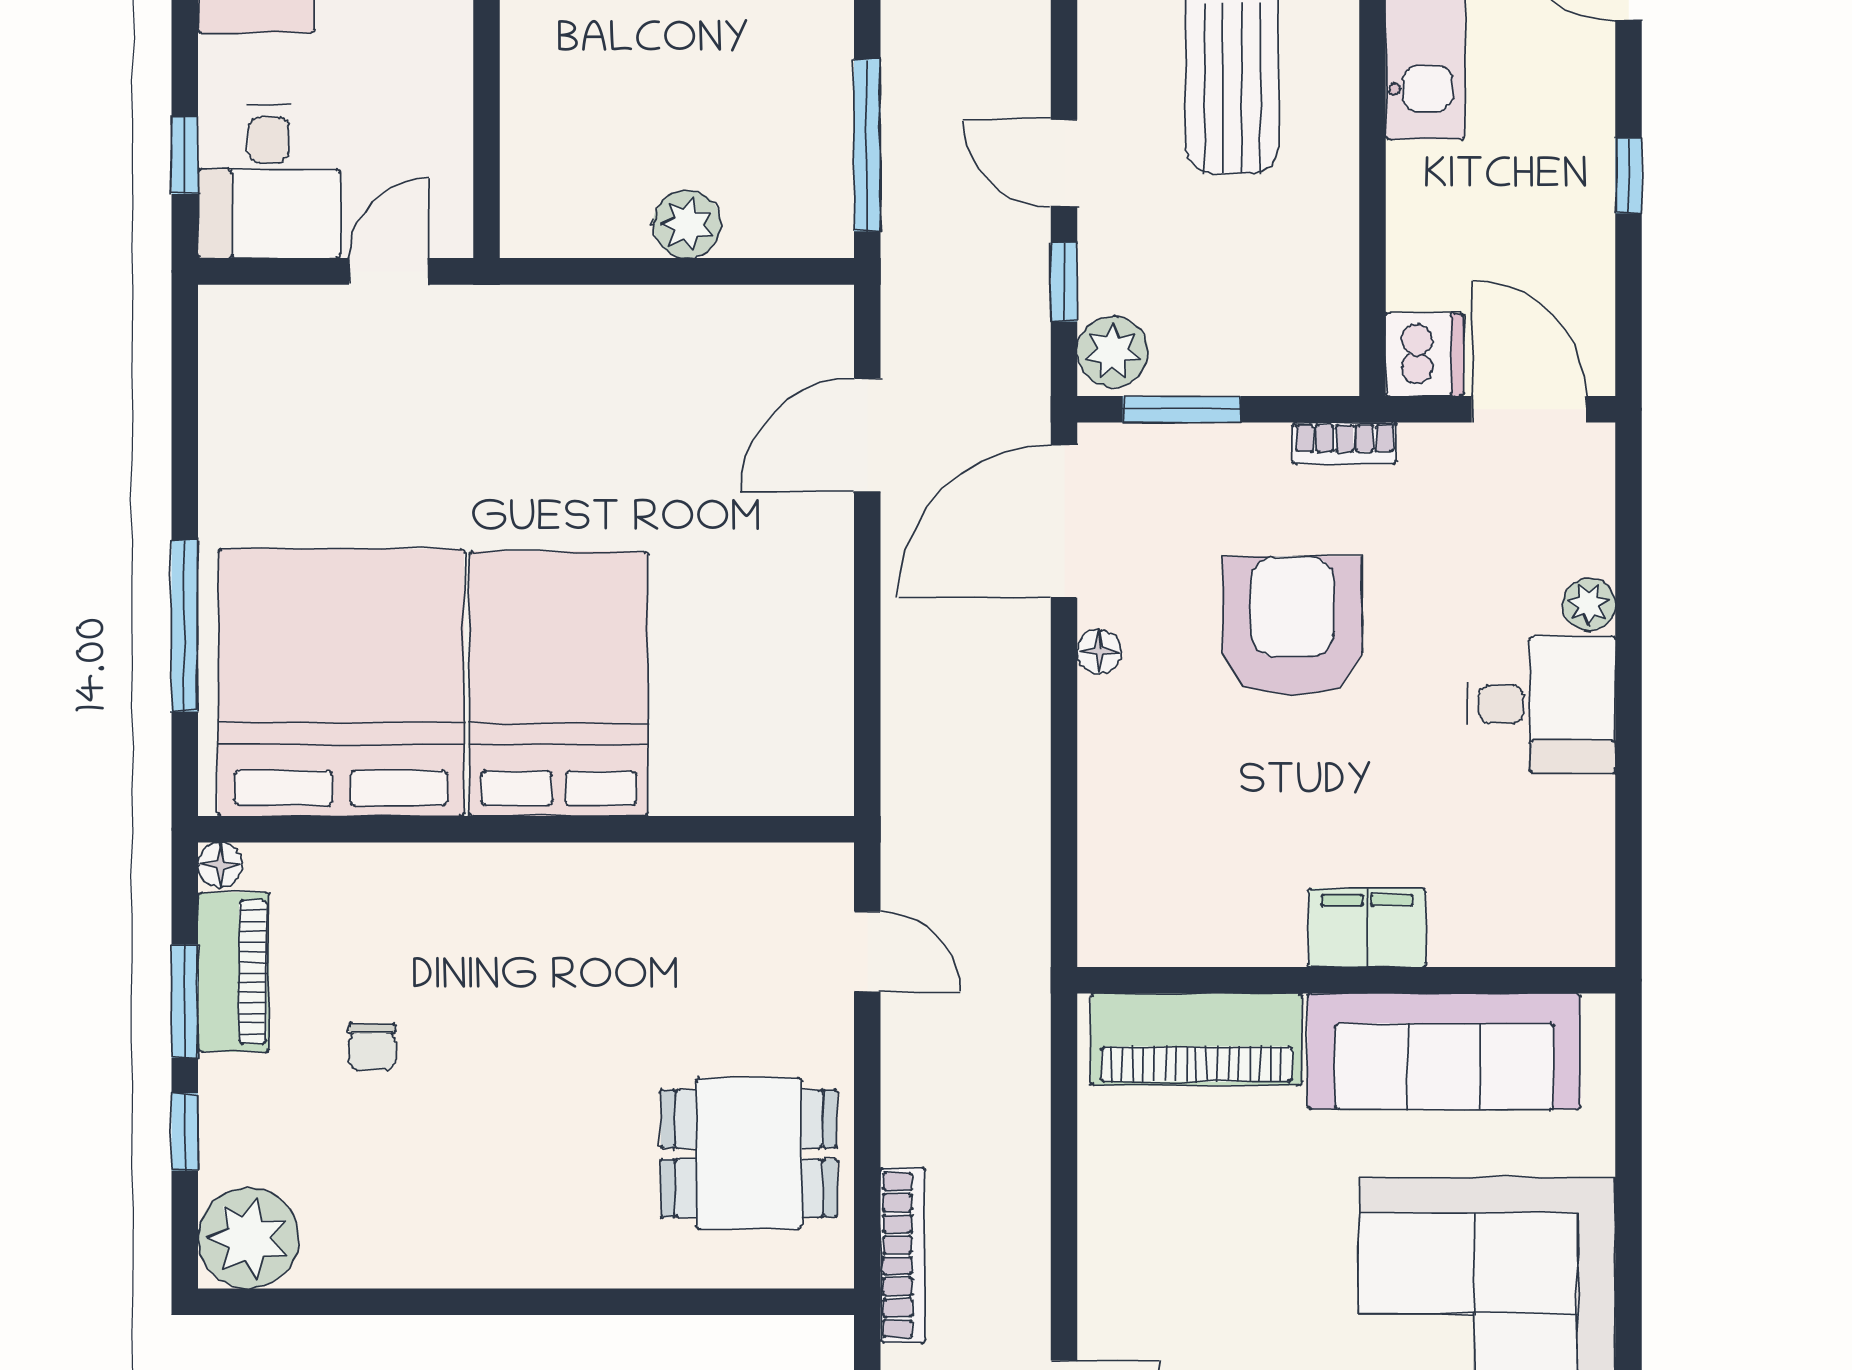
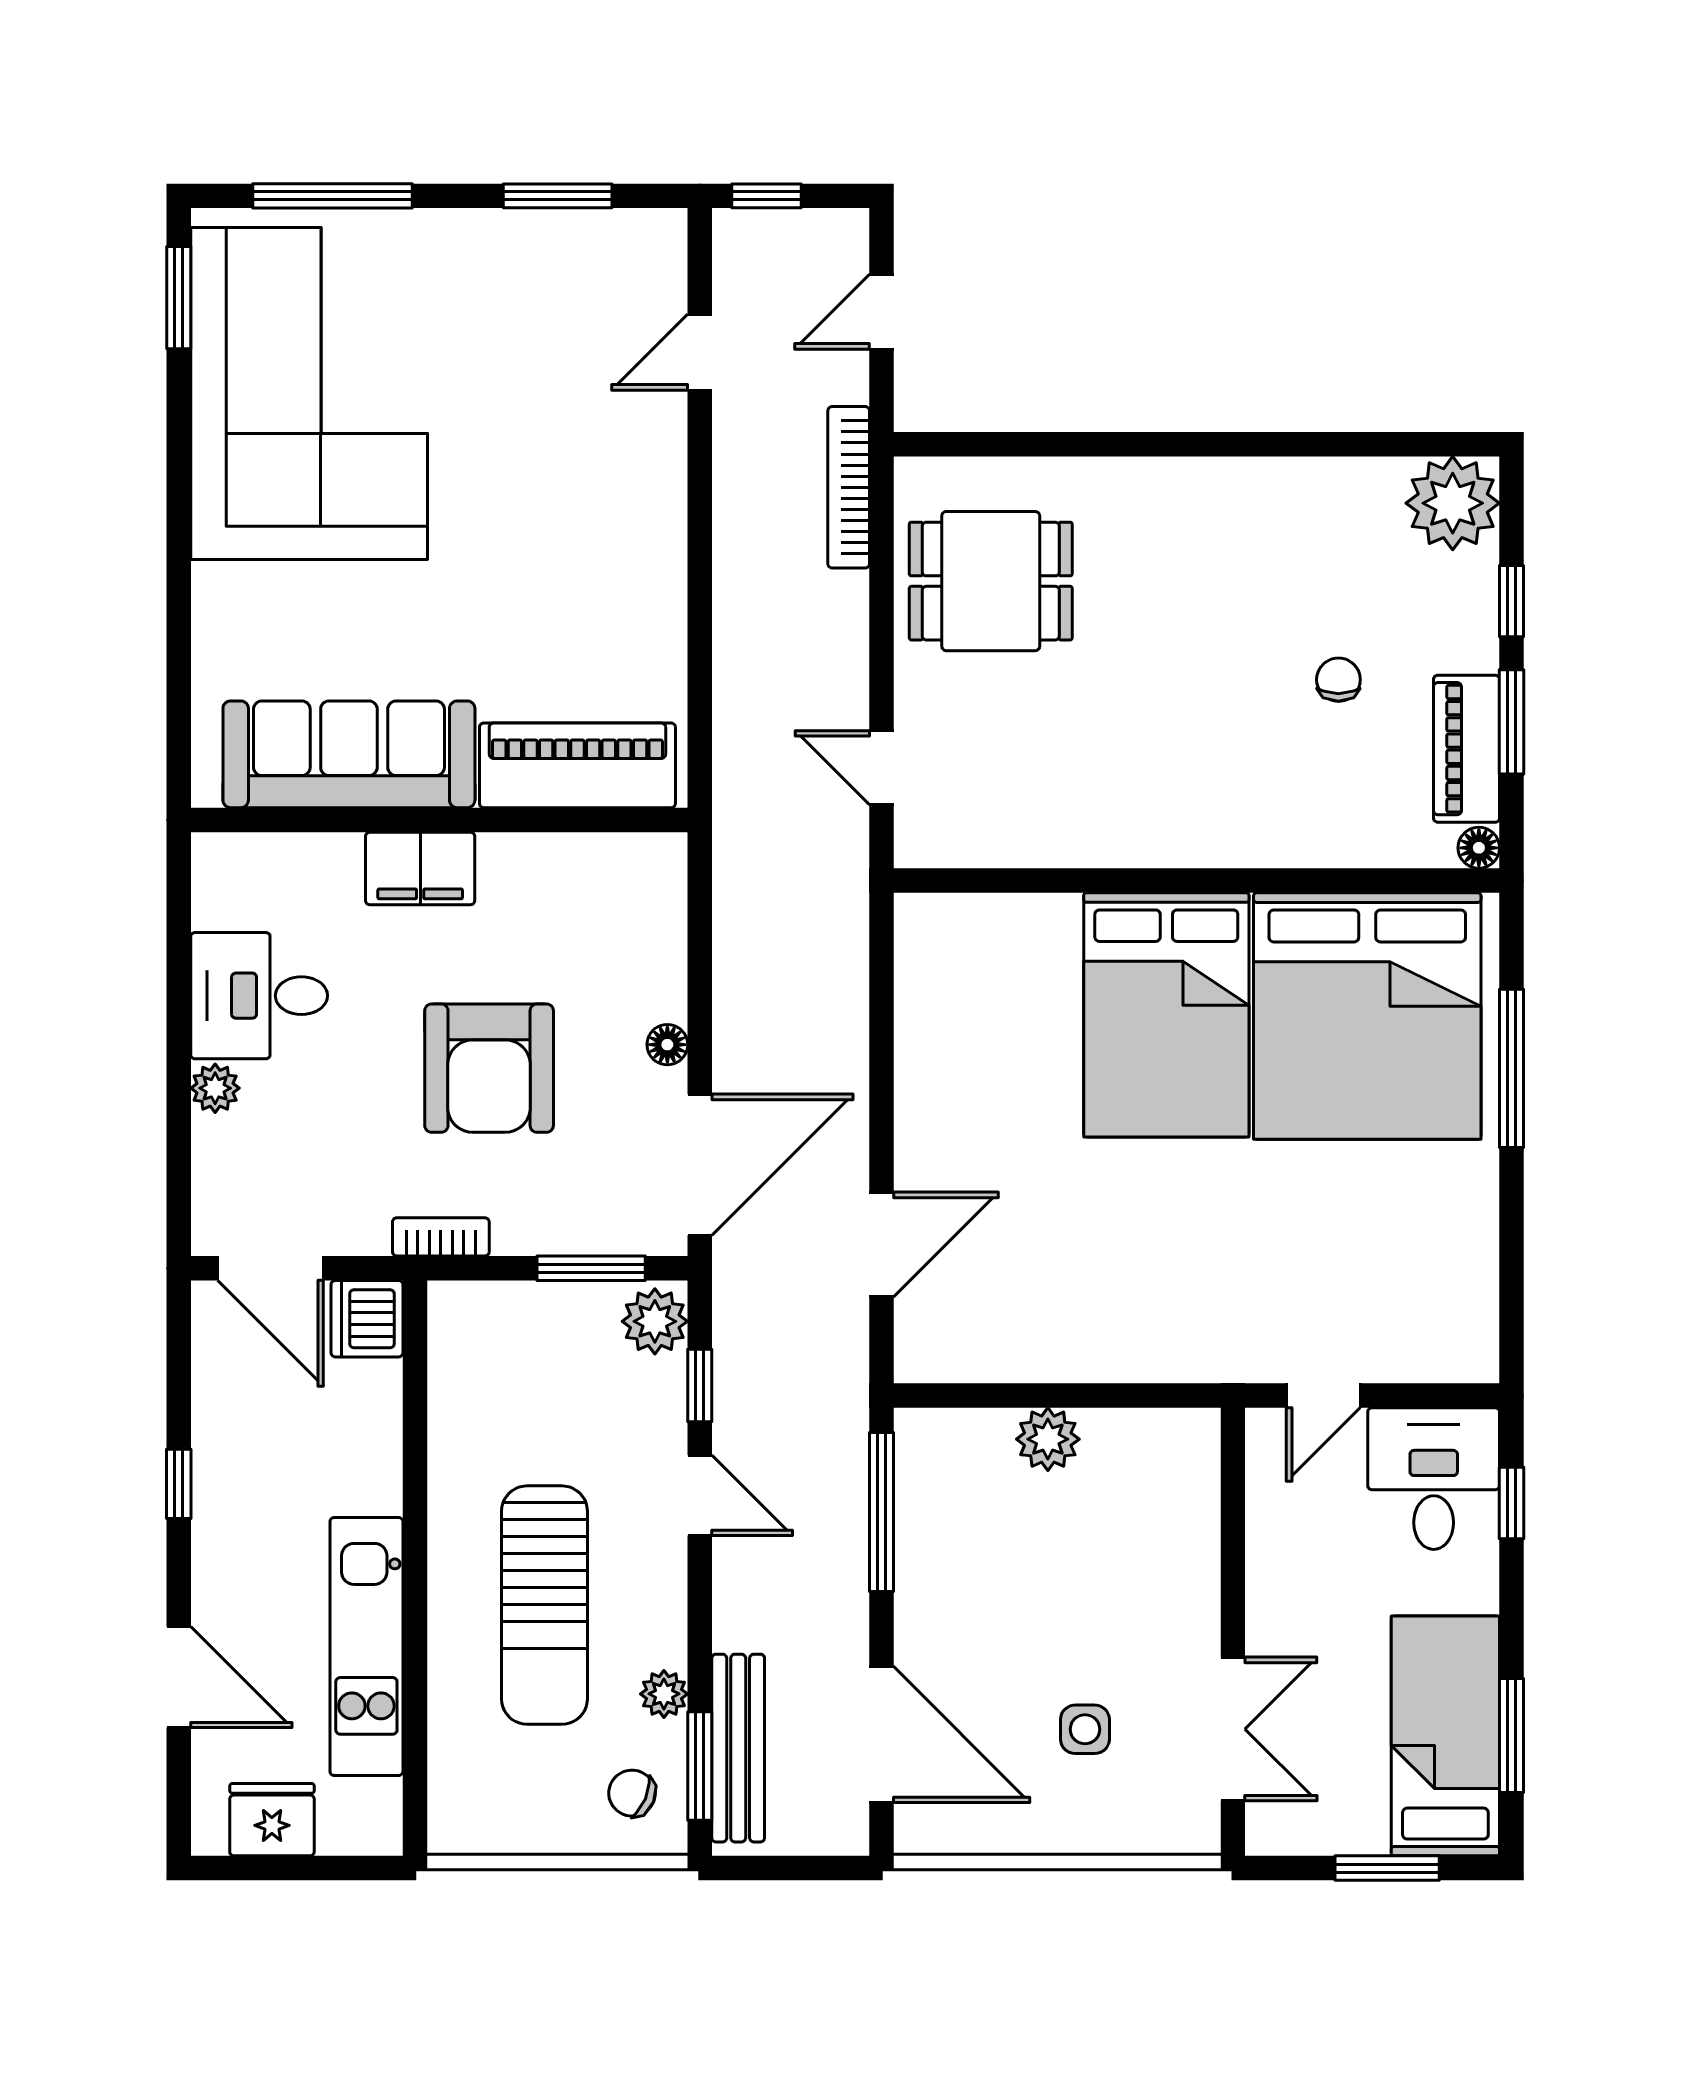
filing cabinet: (1367, 928) -> (420, 868), moved
wall: (1346, 980) -> (439, 820), moved
piano: (1197, 1039) -> (577, 765), moved
sofa: (1444, 1051) -> (349, 754), moved

